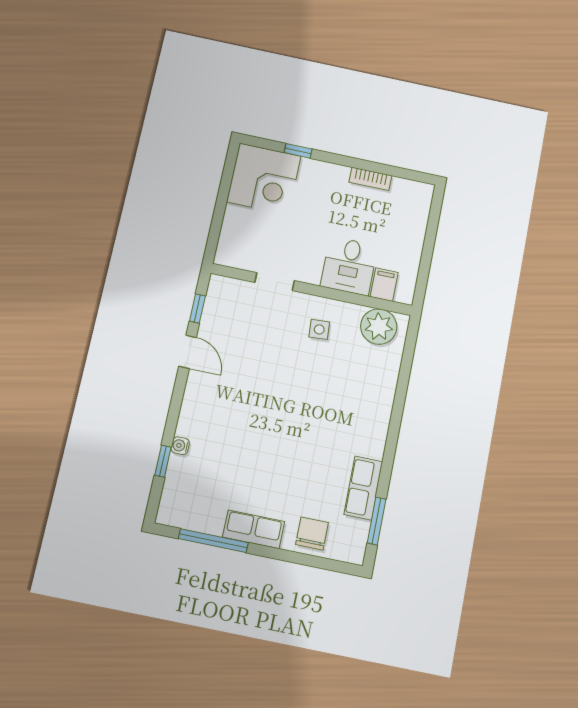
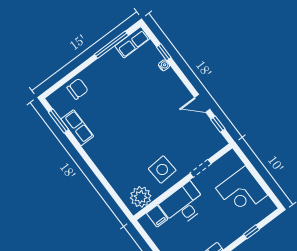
corner desk: (264, 179) -> (242, 192), moved, turned -90
desk: (349, 266) -> (183, 205), width x1.37
side table: (319, 329) -> (162, 169), width x1.87, depth x1.87
row of seats: (254, 529) -> (132, 42), moved
chair: (312, 534) -> (78, 89), turned -90

